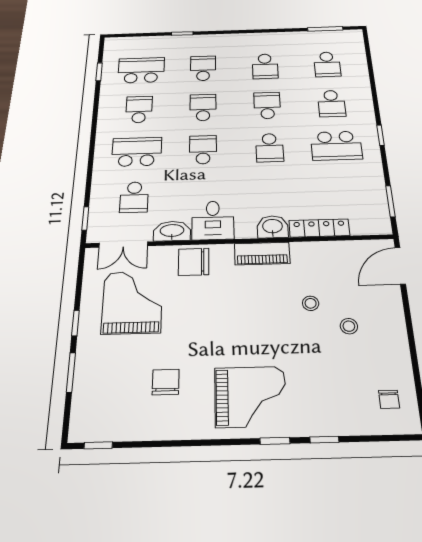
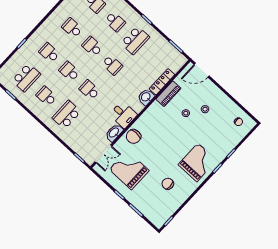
school desk: (265, 66) -> (72, 28), turned 180
school desk: (141, 70) -> (26, 78), turned 180
school desk: (134, 197) -> (87, 133), removed
piano: (262, 254) -> (168, 94), moved
door: (400, 266) -> (202, 70), hinge flipped

